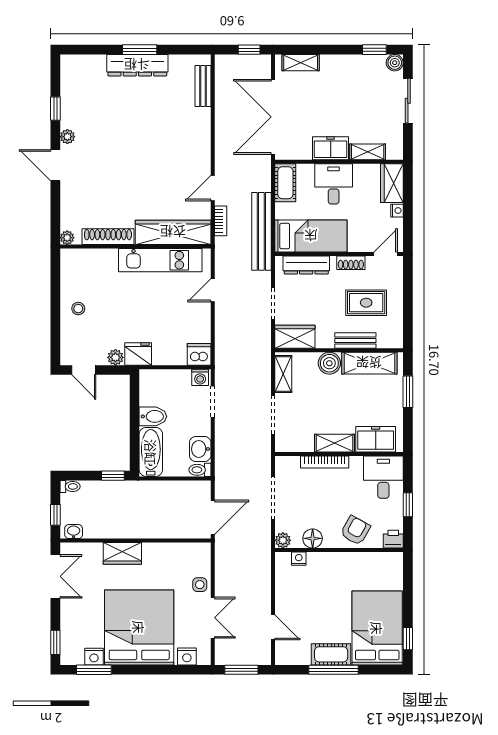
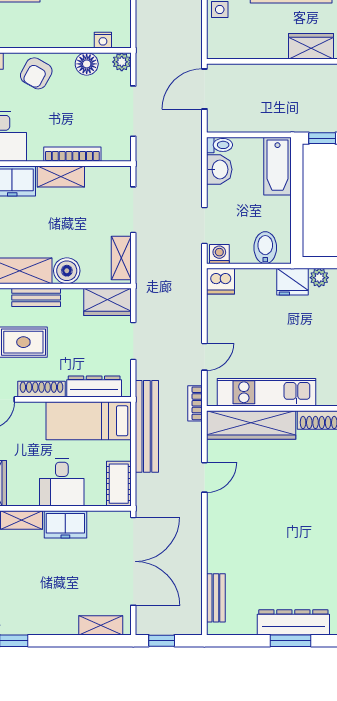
bookcase: (221, 221) -> (195, 403), moved
shoe rack: (351, 263) -> (41, 389), width x1.43
bidet: (153, 416) -> (265, 248), moved, turned 90

